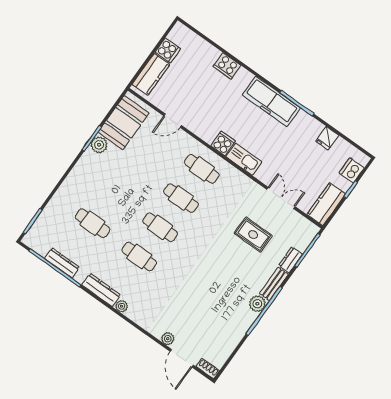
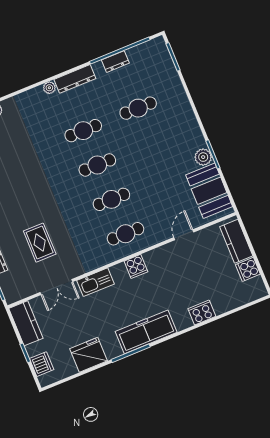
fridge: (327, 138) -> (89, 355), width x1.88, depth x1.34
kitchen sink: (244, 159) -> (95, 282), moved
rug: (253, 235) -> (40, 243), turned 90
dresser: (62, 263) -> (115, 62), width x0.70

